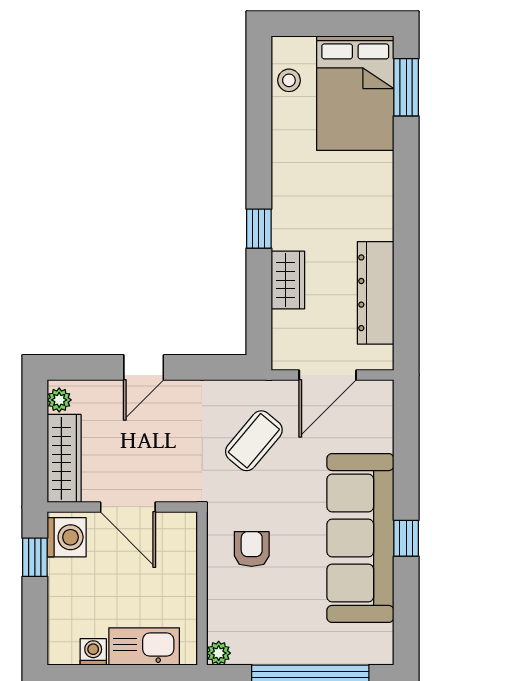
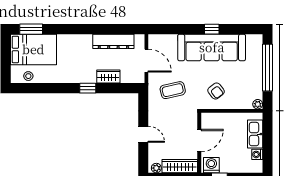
coffee table: (254, 441) -> (173, 90), turned -53
armchair: (252, 549) -> (216, 91), turned -127

